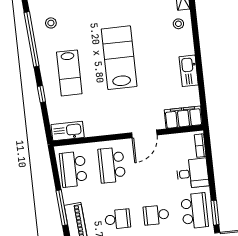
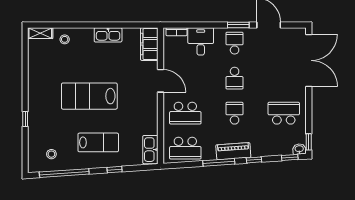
school desk: (195, 211) -> (235, 43), width x0.54

